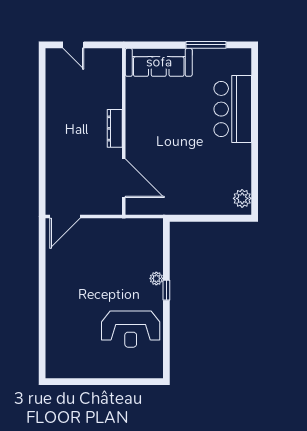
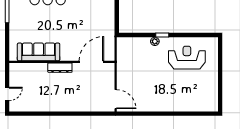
sofa: (159, 62) -> (39, 52), moved, turned -90
reception desk: (131, 329) -> (187, 58), turned -90

